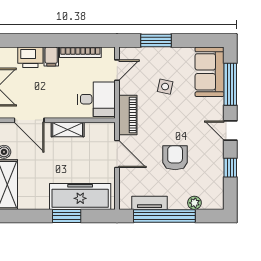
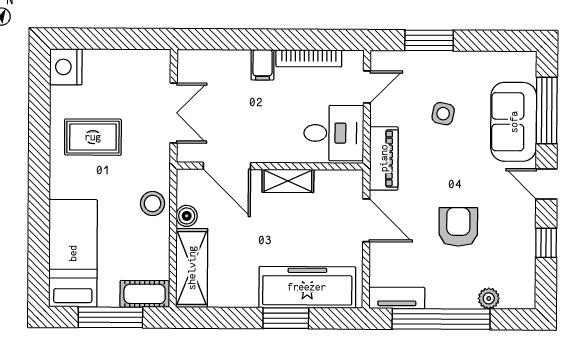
printer: (30, 57) -> (229, 66), removed
sofa: (210, 72) -> (514, 122), moved
tv unit: (149, 203) -> (397, 298), moved

